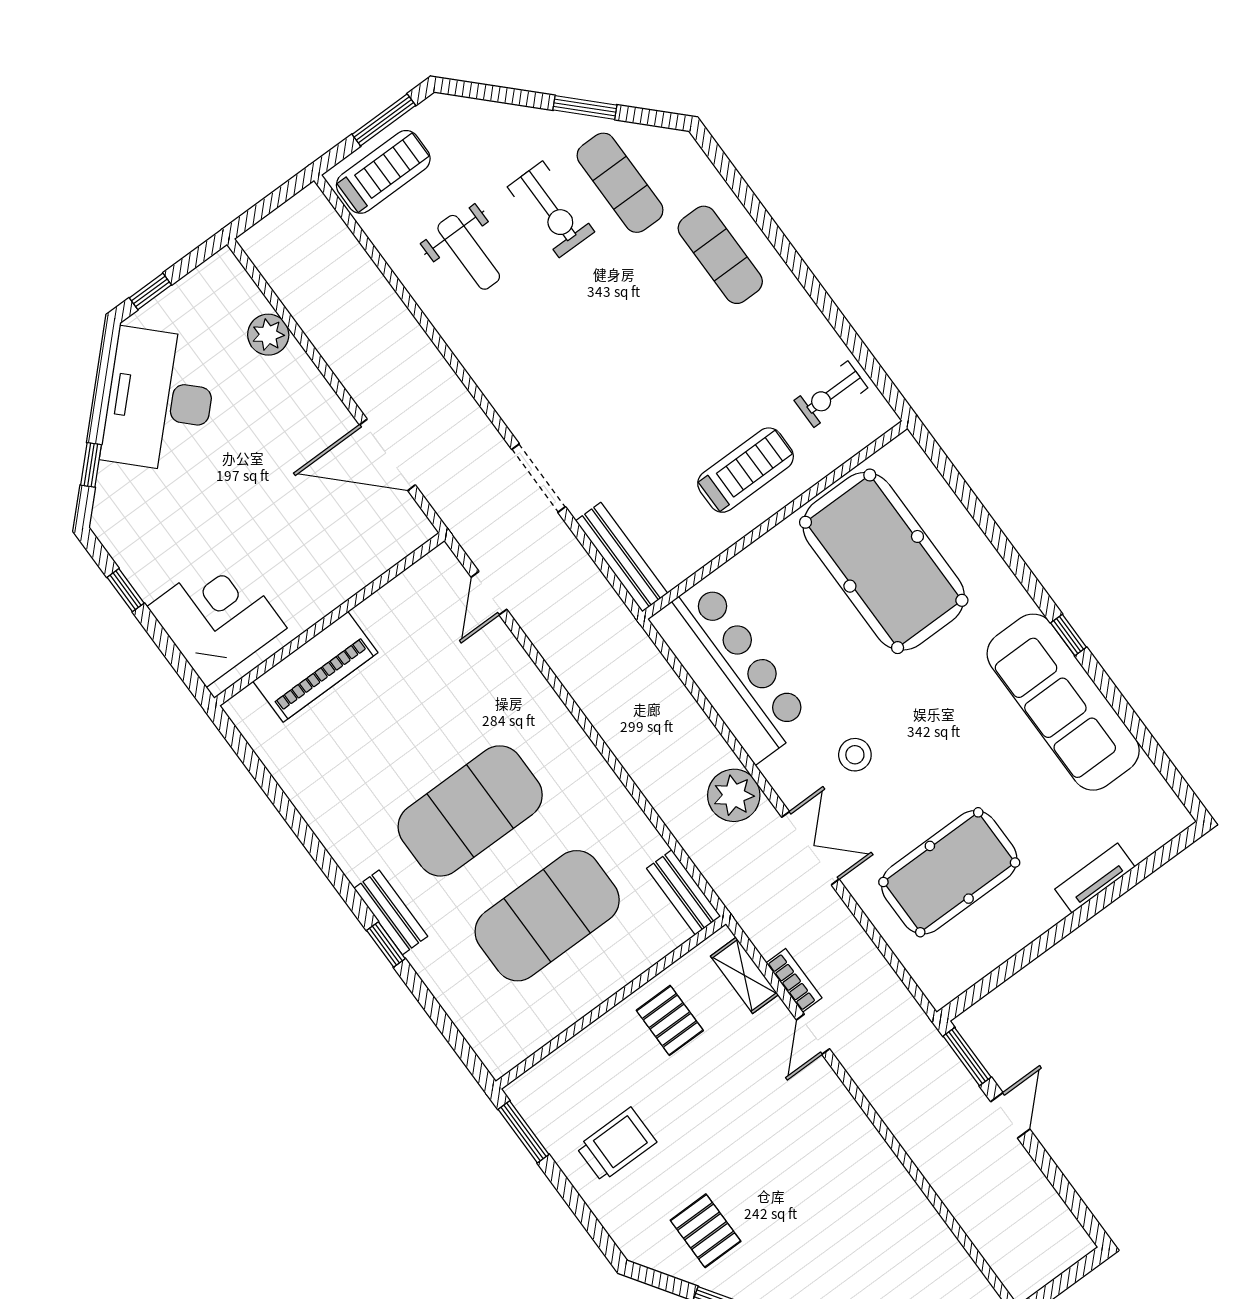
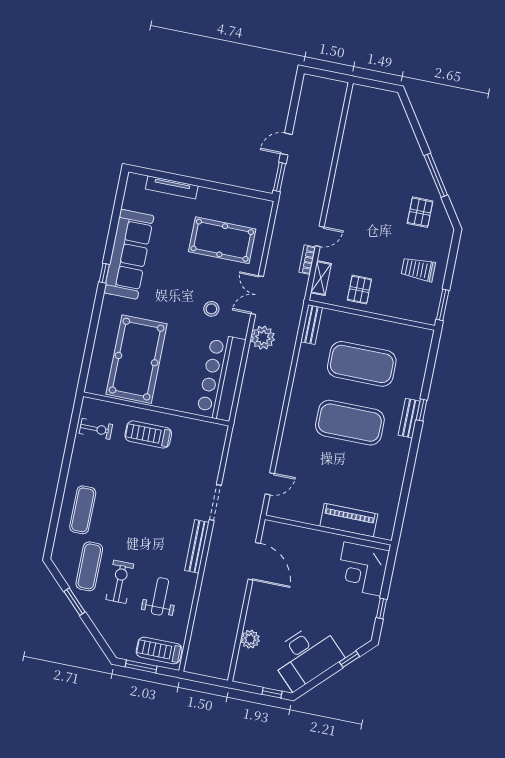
bench: (622, 557) -> (197, 546), moved
tv unit: (1095, 878) -> (172, 187), width x1.41

